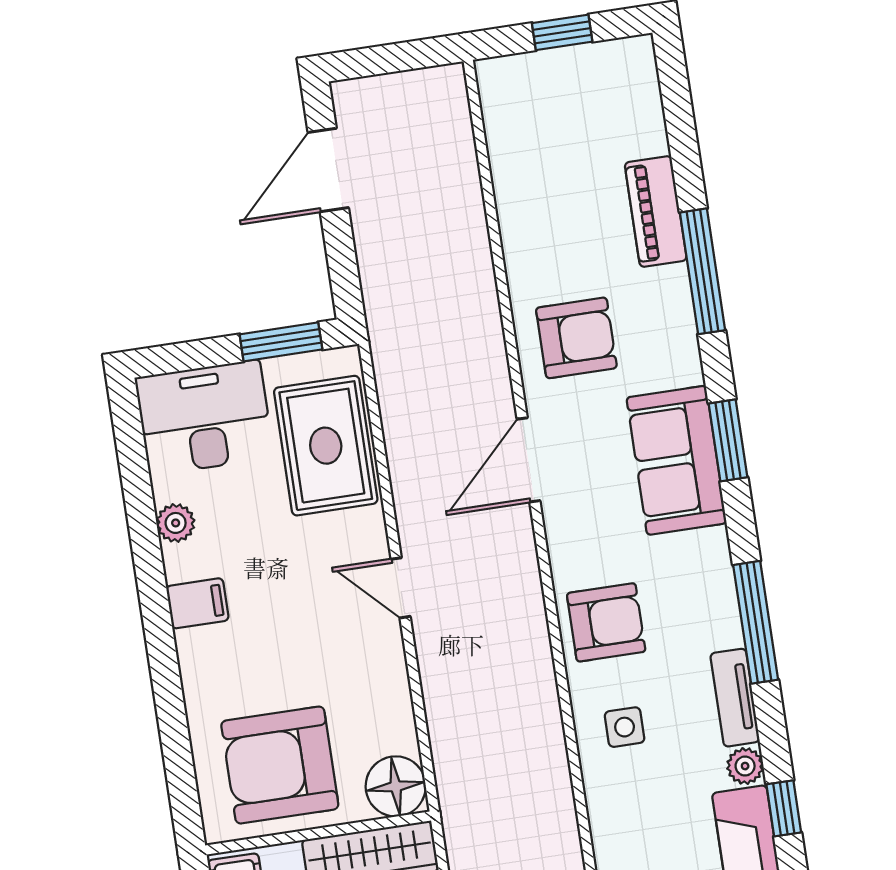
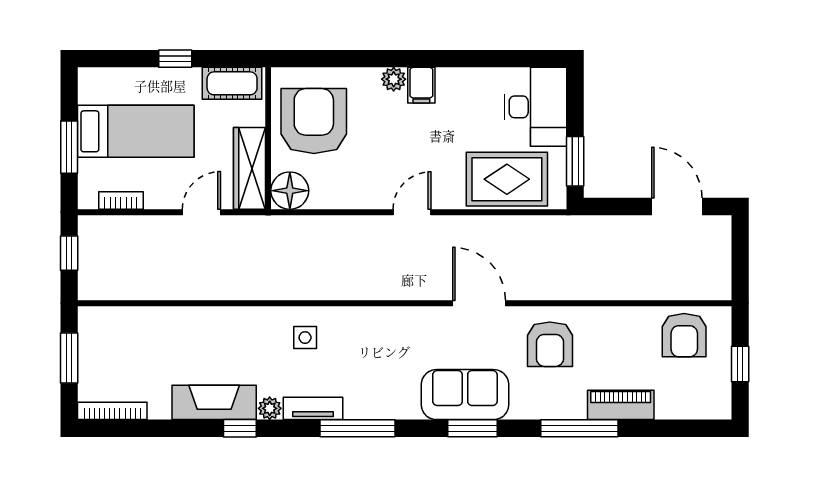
plant: (176, 523) -> (394, 79), moved
armchair: (606, 622) -> (684, 335), moved

